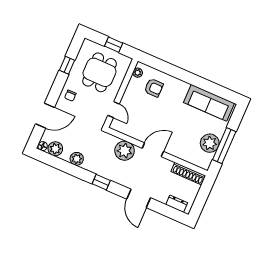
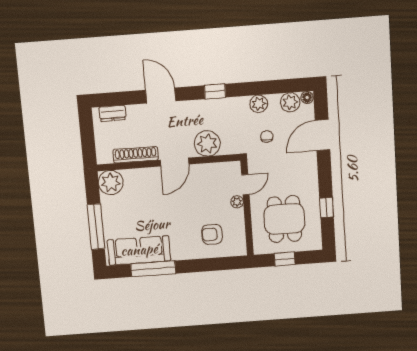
plant: (138, 73) -> (237, 202), moved
window: (206, 85) -> (153, 269), added
chair: (70, 96) -> (267, 136), moved
door: (114, 110) -> (245, 185), swing flipped
plant: (210, 143) -> (111, 182), moved
window: (224, 146) -> (96, 227), moved
shoe rack: (188, 174) -> (136, 155), moved

